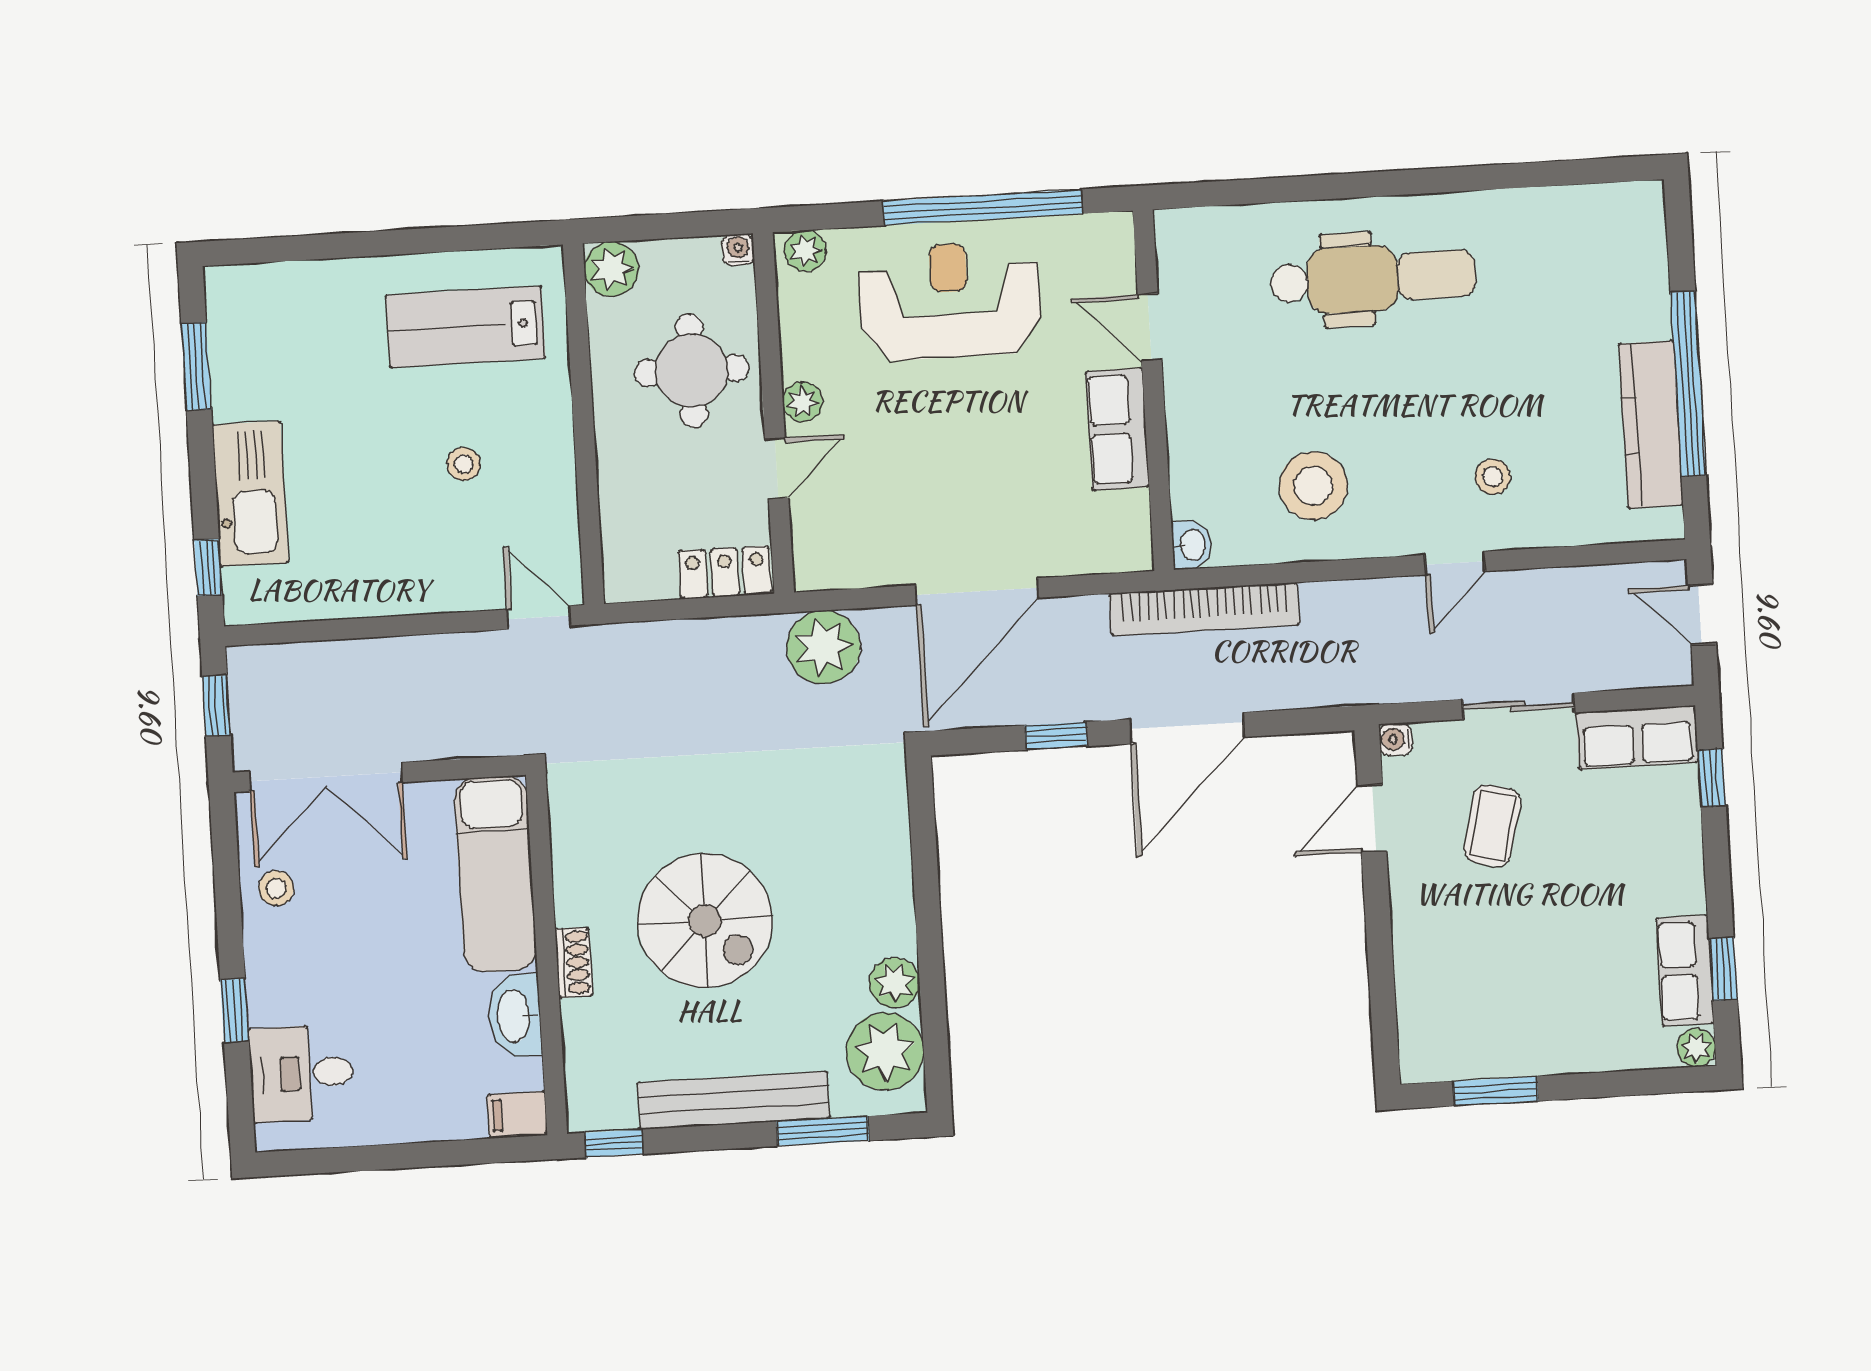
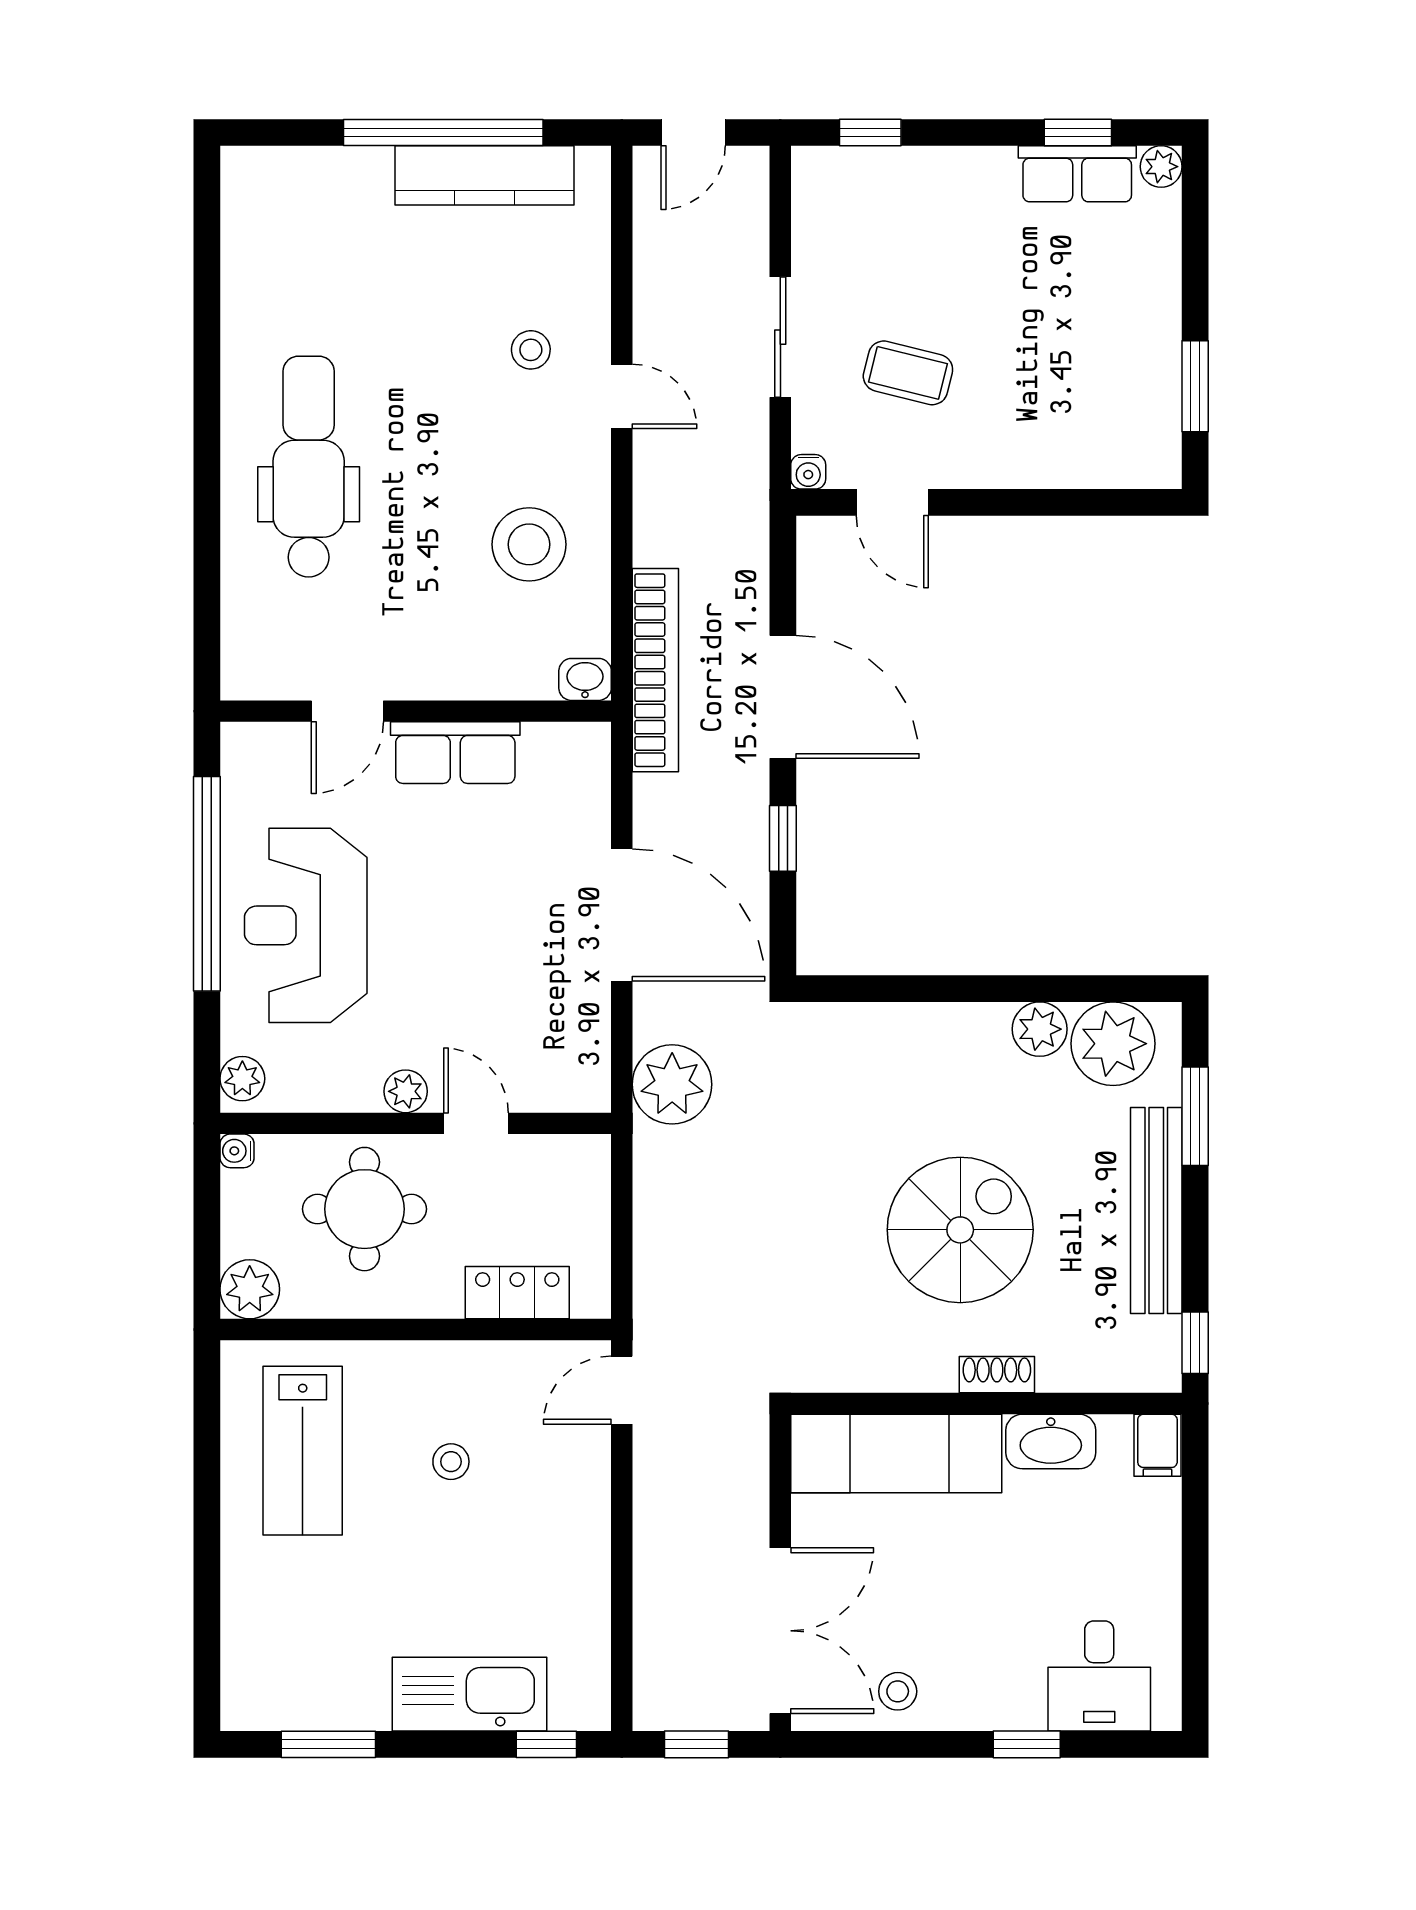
locker: (725, 572) -> (517, 1293), moved, turned 90
row of seats: (1637, 737) -> (822, 210), removed

